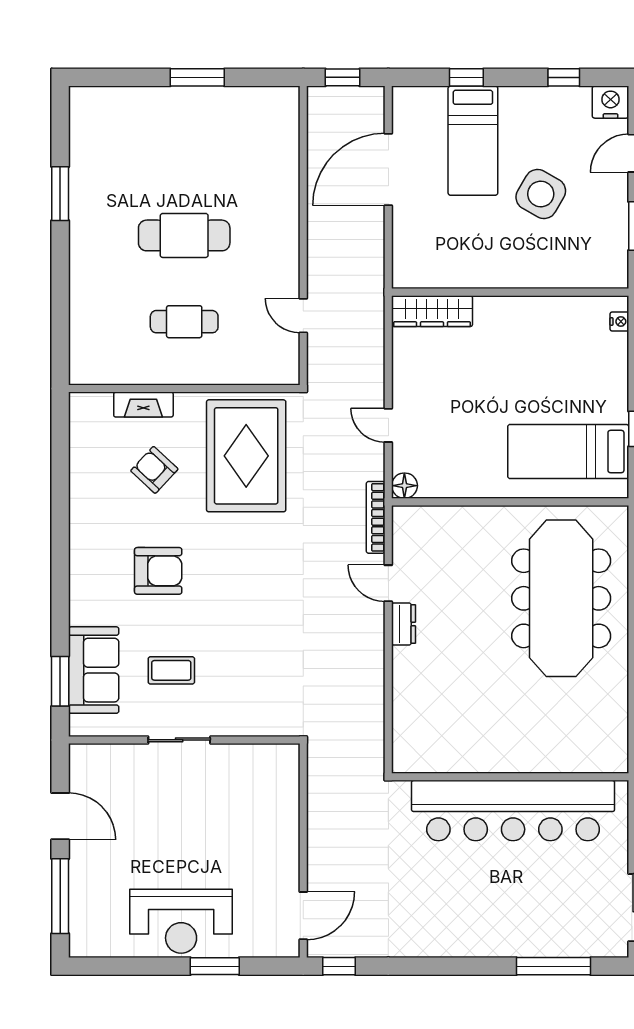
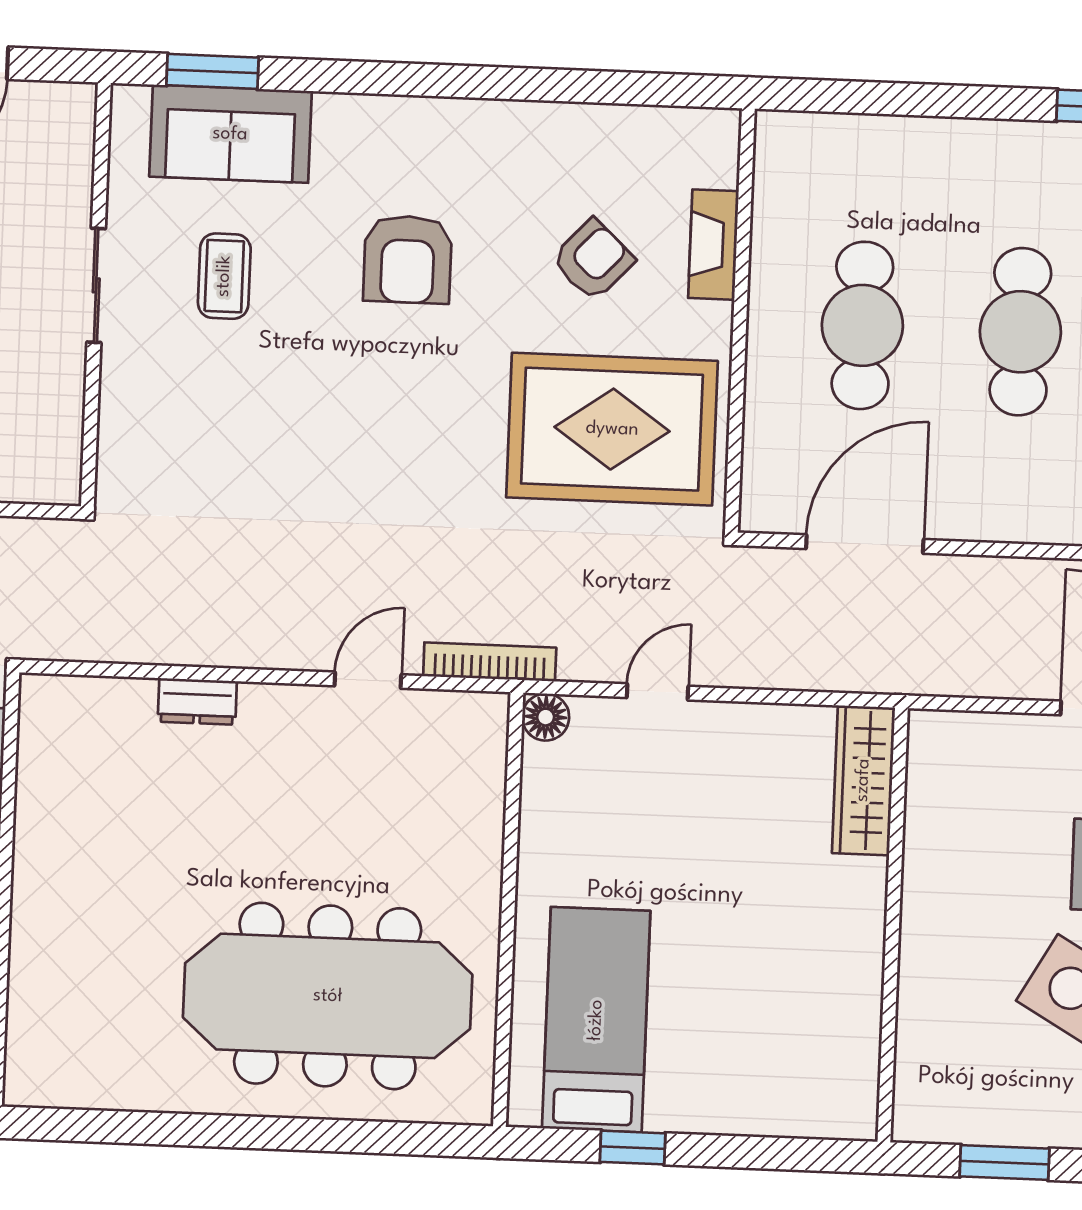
door: (303, 316) -> (865, 544), width x1.88
cafe table: (184, 322) -> (862, 325), width x1.37, depth x1.35
nightstand: (619, 322) -> (831, 1123), removed
dresser: (404, 624) -> (197, 701), moved

